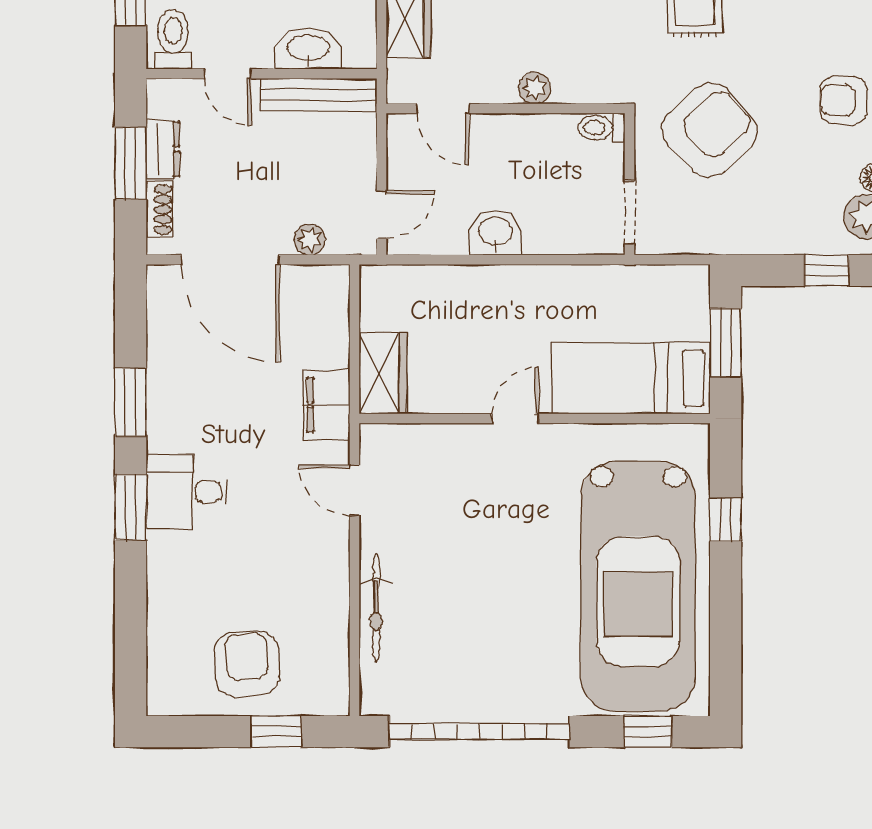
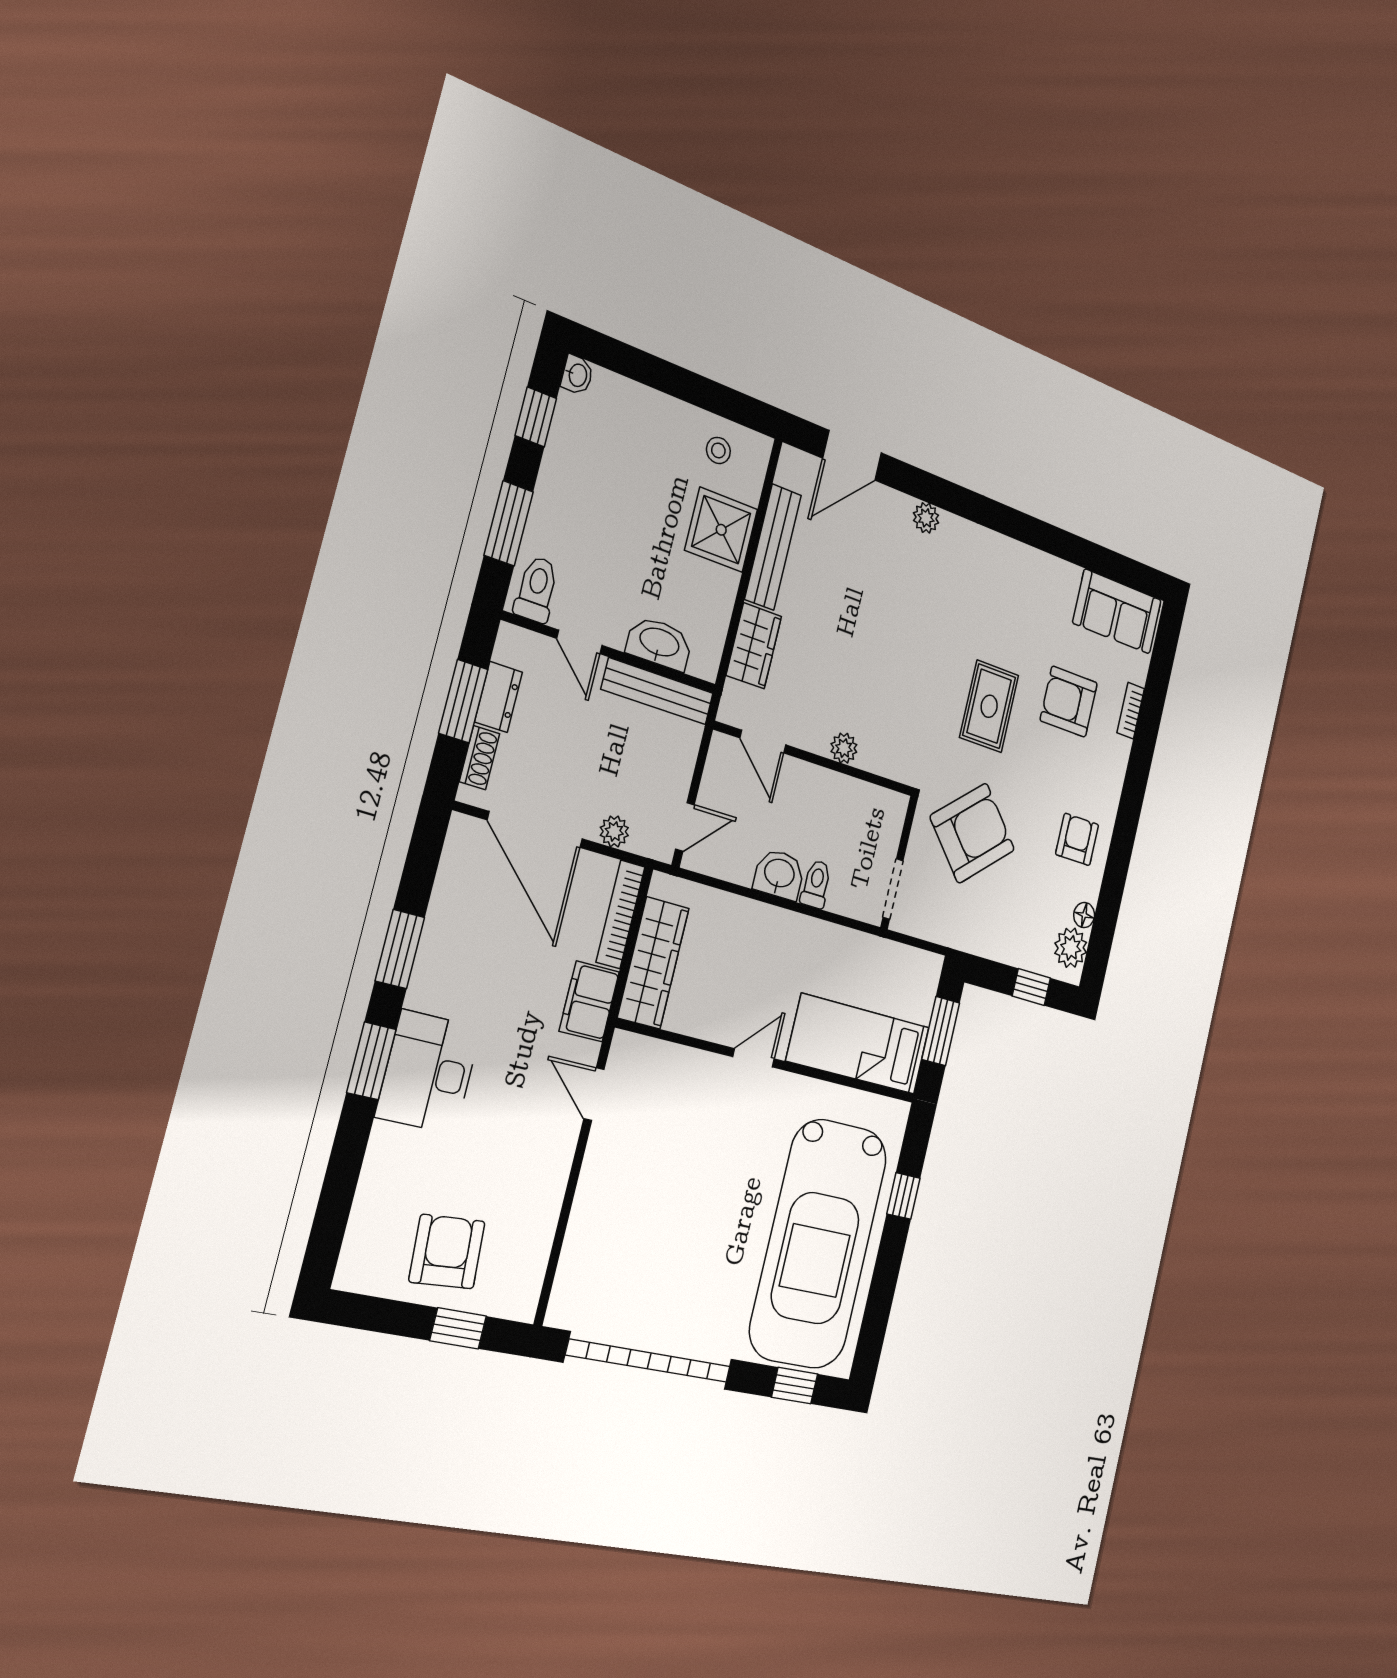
armchair: (843, 100) -> (1077, 839), turned 90
toilet: (601, 128) -> (816, 884), moved, turned 90
bookcase: (337, 316) -> (620, 914), added
wardrobe: (383, 373) -> (653, 963), width x1.50
desk: (186, 491) -> (428, 1072), width x1.37
bicycle: (376, 608) -> (585, 1218), removed

